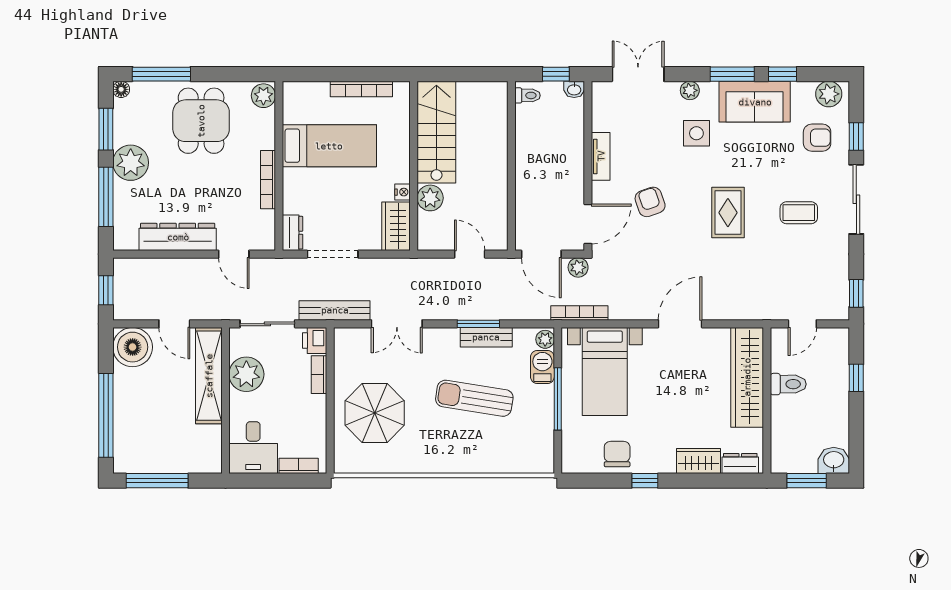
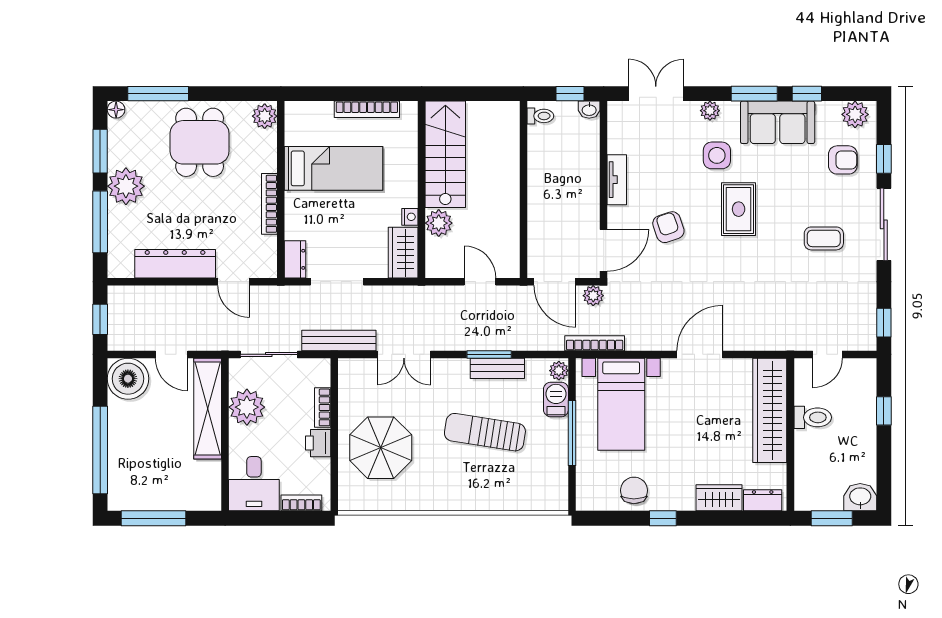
rug: (728, 213) -> (739, 209), moved
printer: (315, 340) -> (318, 443), moved

